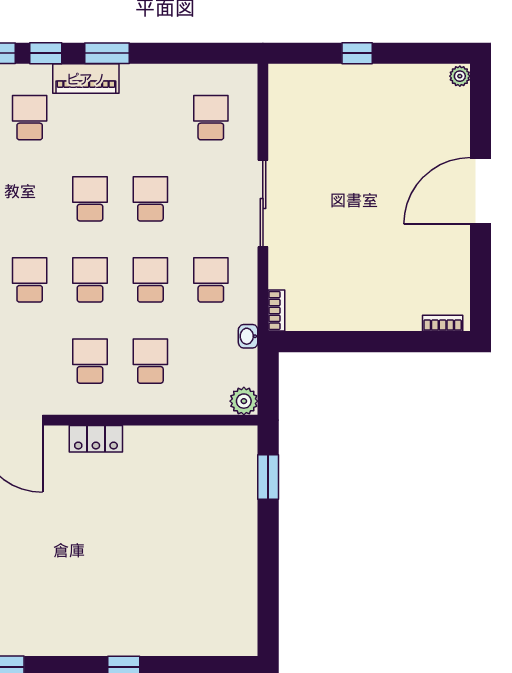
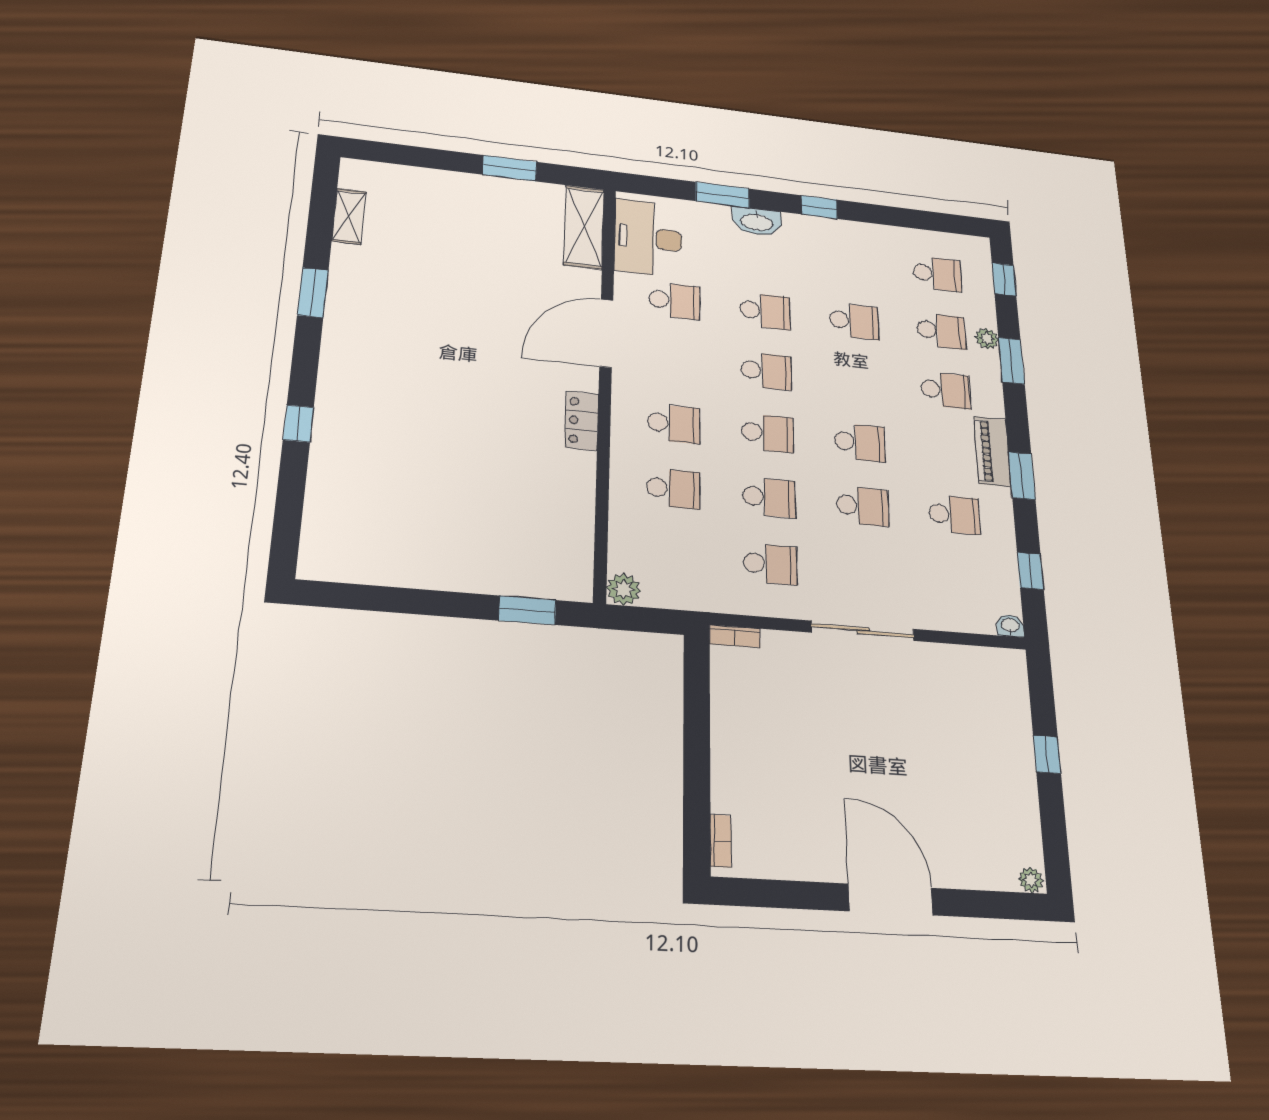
window: (46, 53) -> (1030, 571), moved
school desk: (211, 118) -> (954, 515), moved
washbasin: (248, 336) -> (1010, 626), moved

